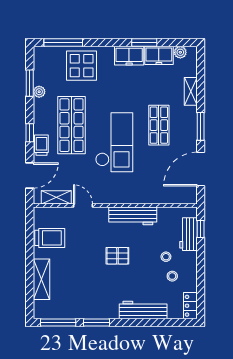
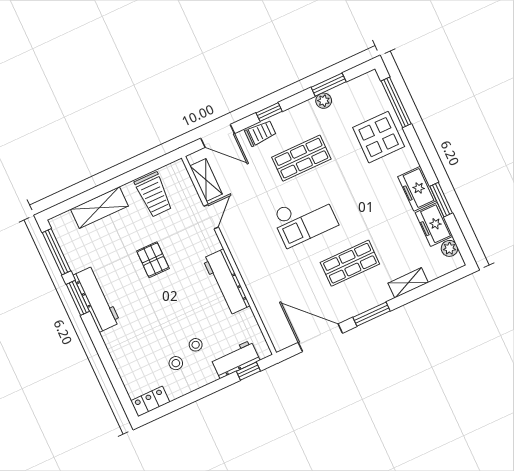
shop shelf: (72, 125) -> (301, 158), width x0.70, depth x0.74
checkout: (114, 142) -> (305, 219), width x0.73, depth x0.83
pallet: (117, 256) -> (153, 260), moved
workbench: (143, 310) -> (97, 299), moved

